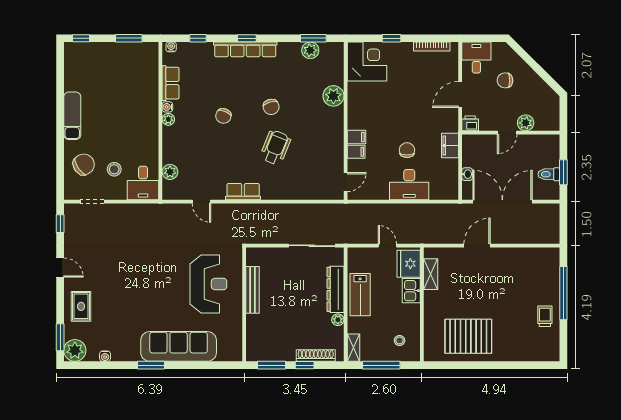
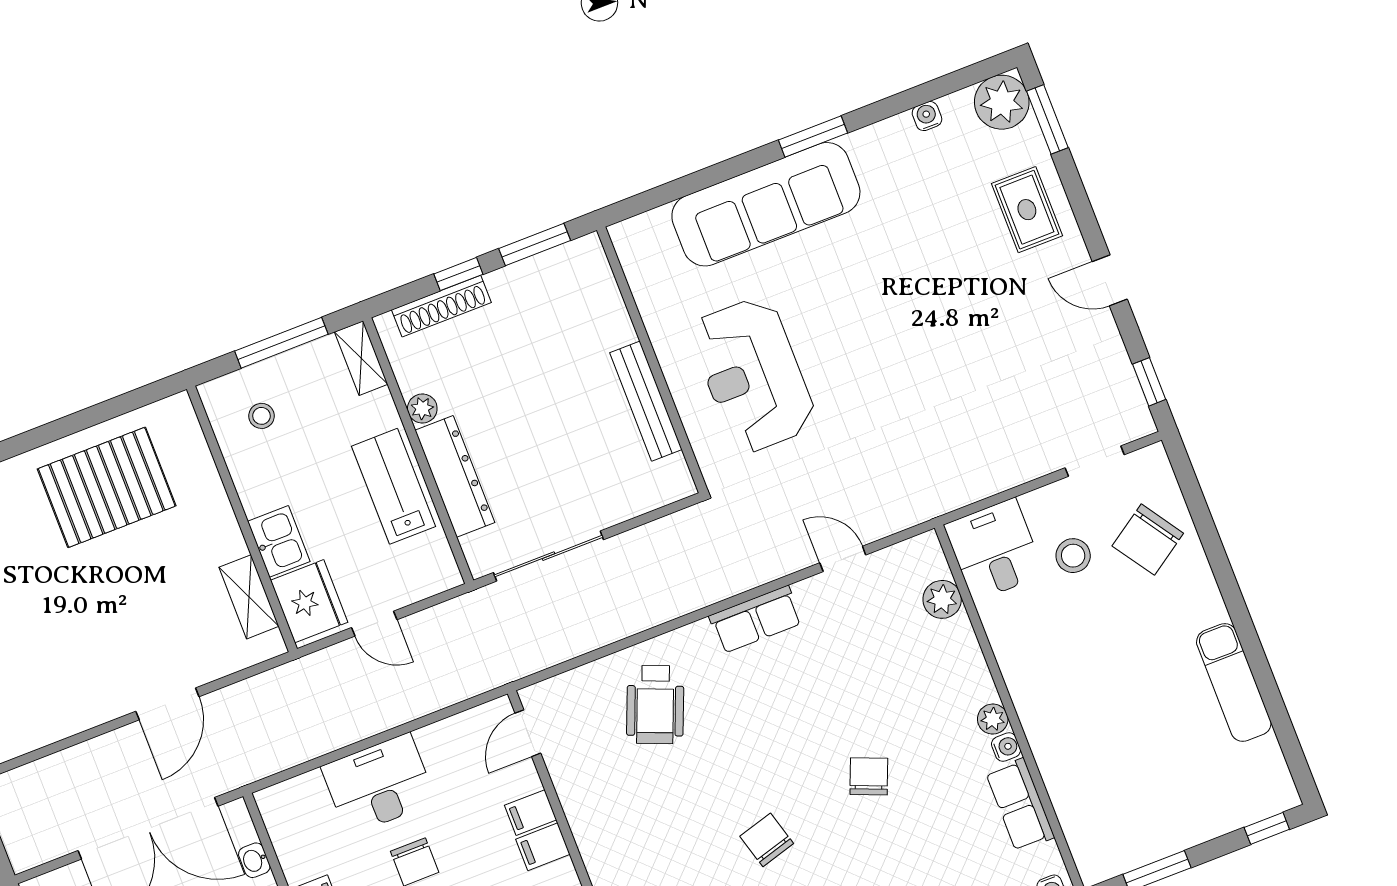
exam couch: (72, 116) -> (1234, 683), moved
wheelchair: (275, 147) -> (655, 705), moved

